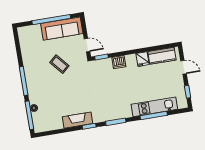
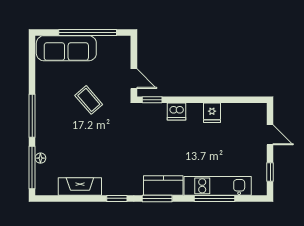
sofa: (62, 29) -> (66, 48), moved
kitchen counter: (162, 56) -> (163, 185), moved, turned 180
fireplace: (78, 120) -> (80, 186), moved

